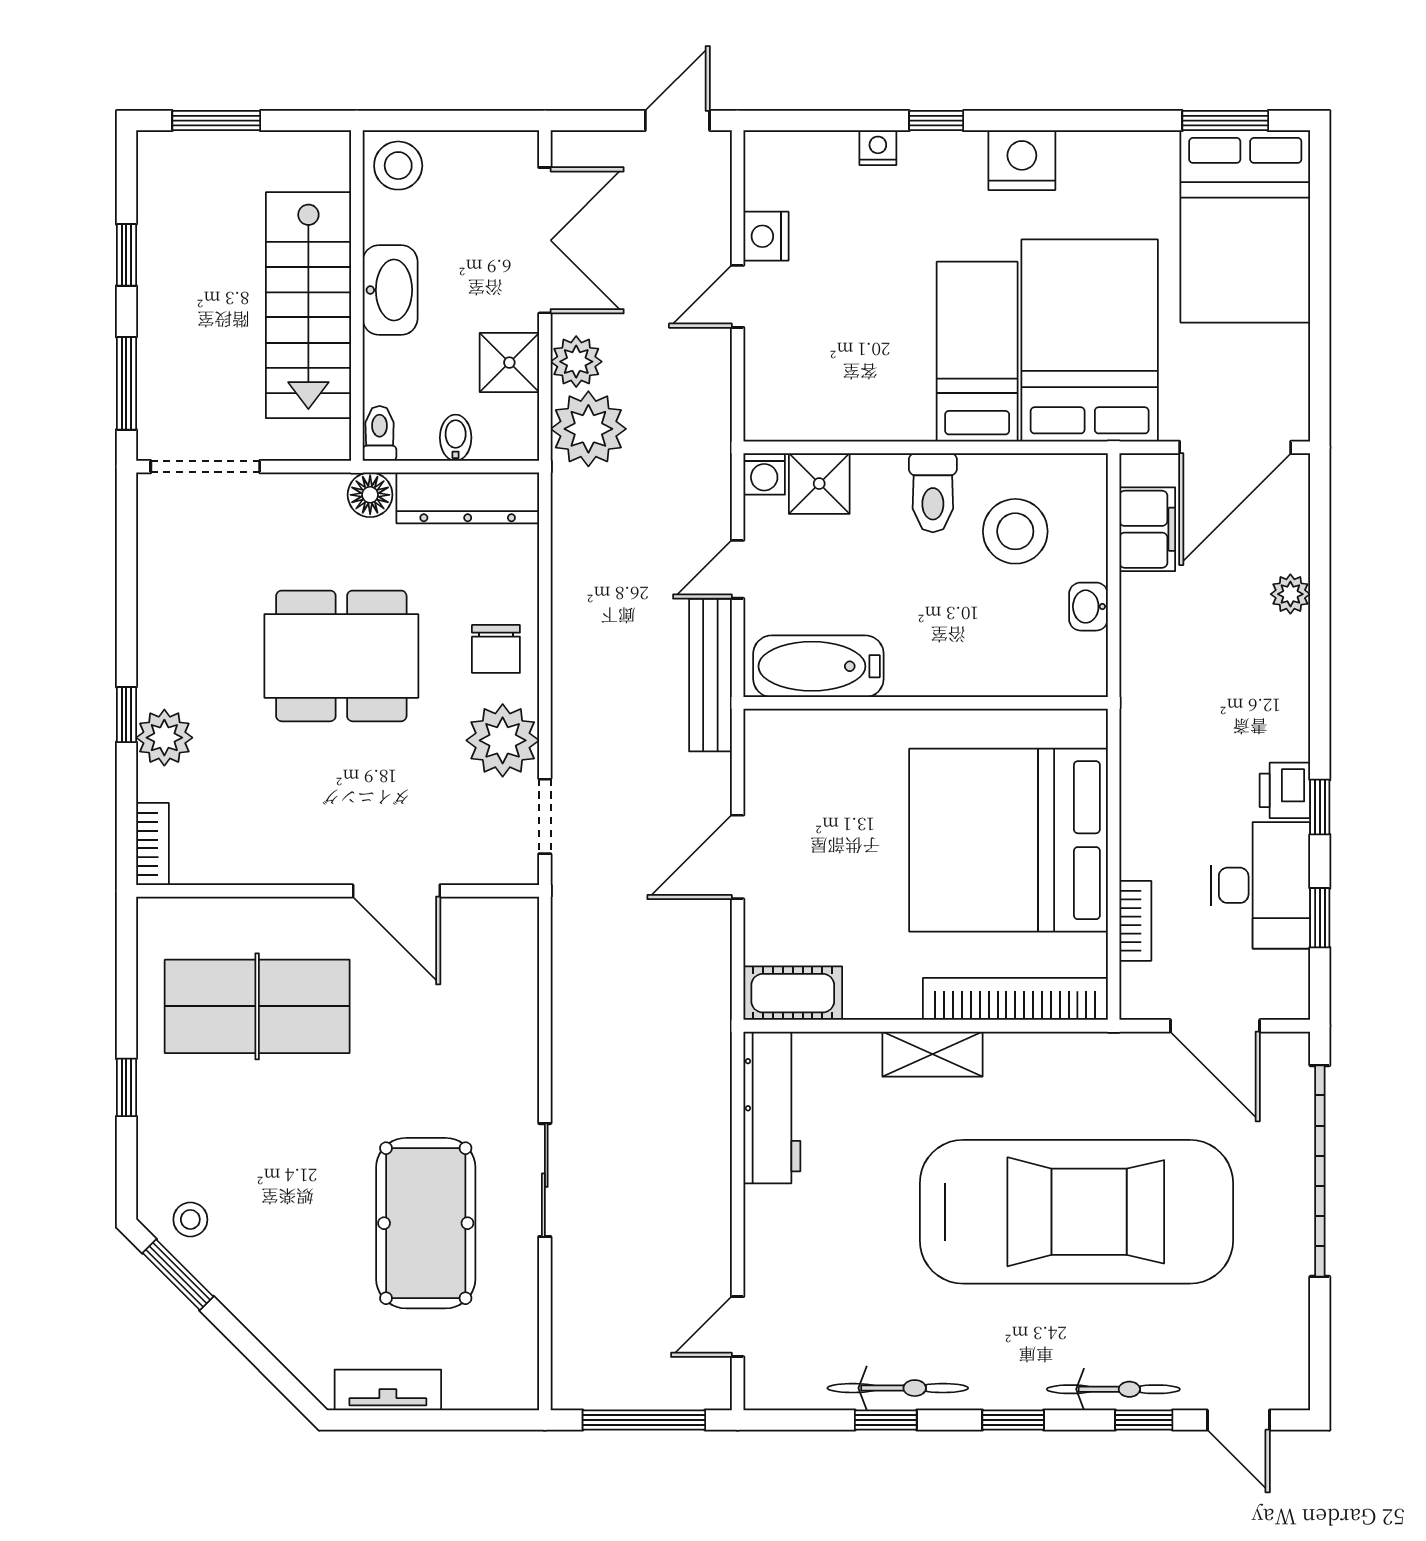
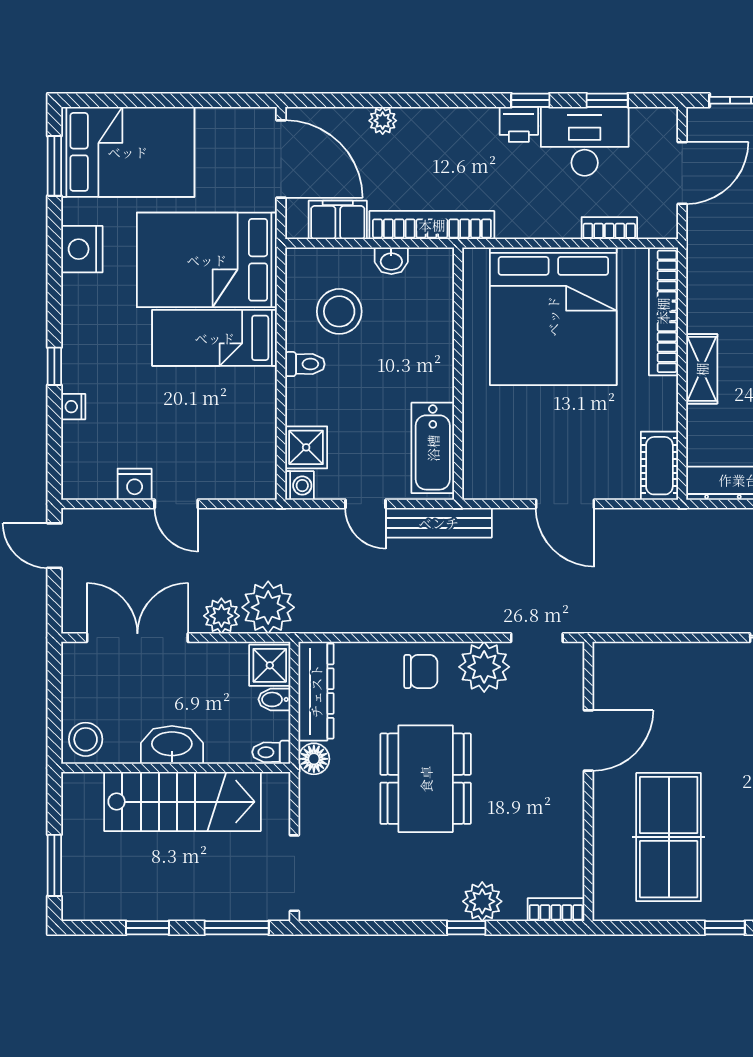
nightstand: (1022, 160) -> (82, 249), moved
shower: (509, 363) -> (270, 665), moved
toilet: (933, 493) -> (305, 364), width x0.73, depth x0.72
bookcase: (1140, 665) -> (432, 225), added

